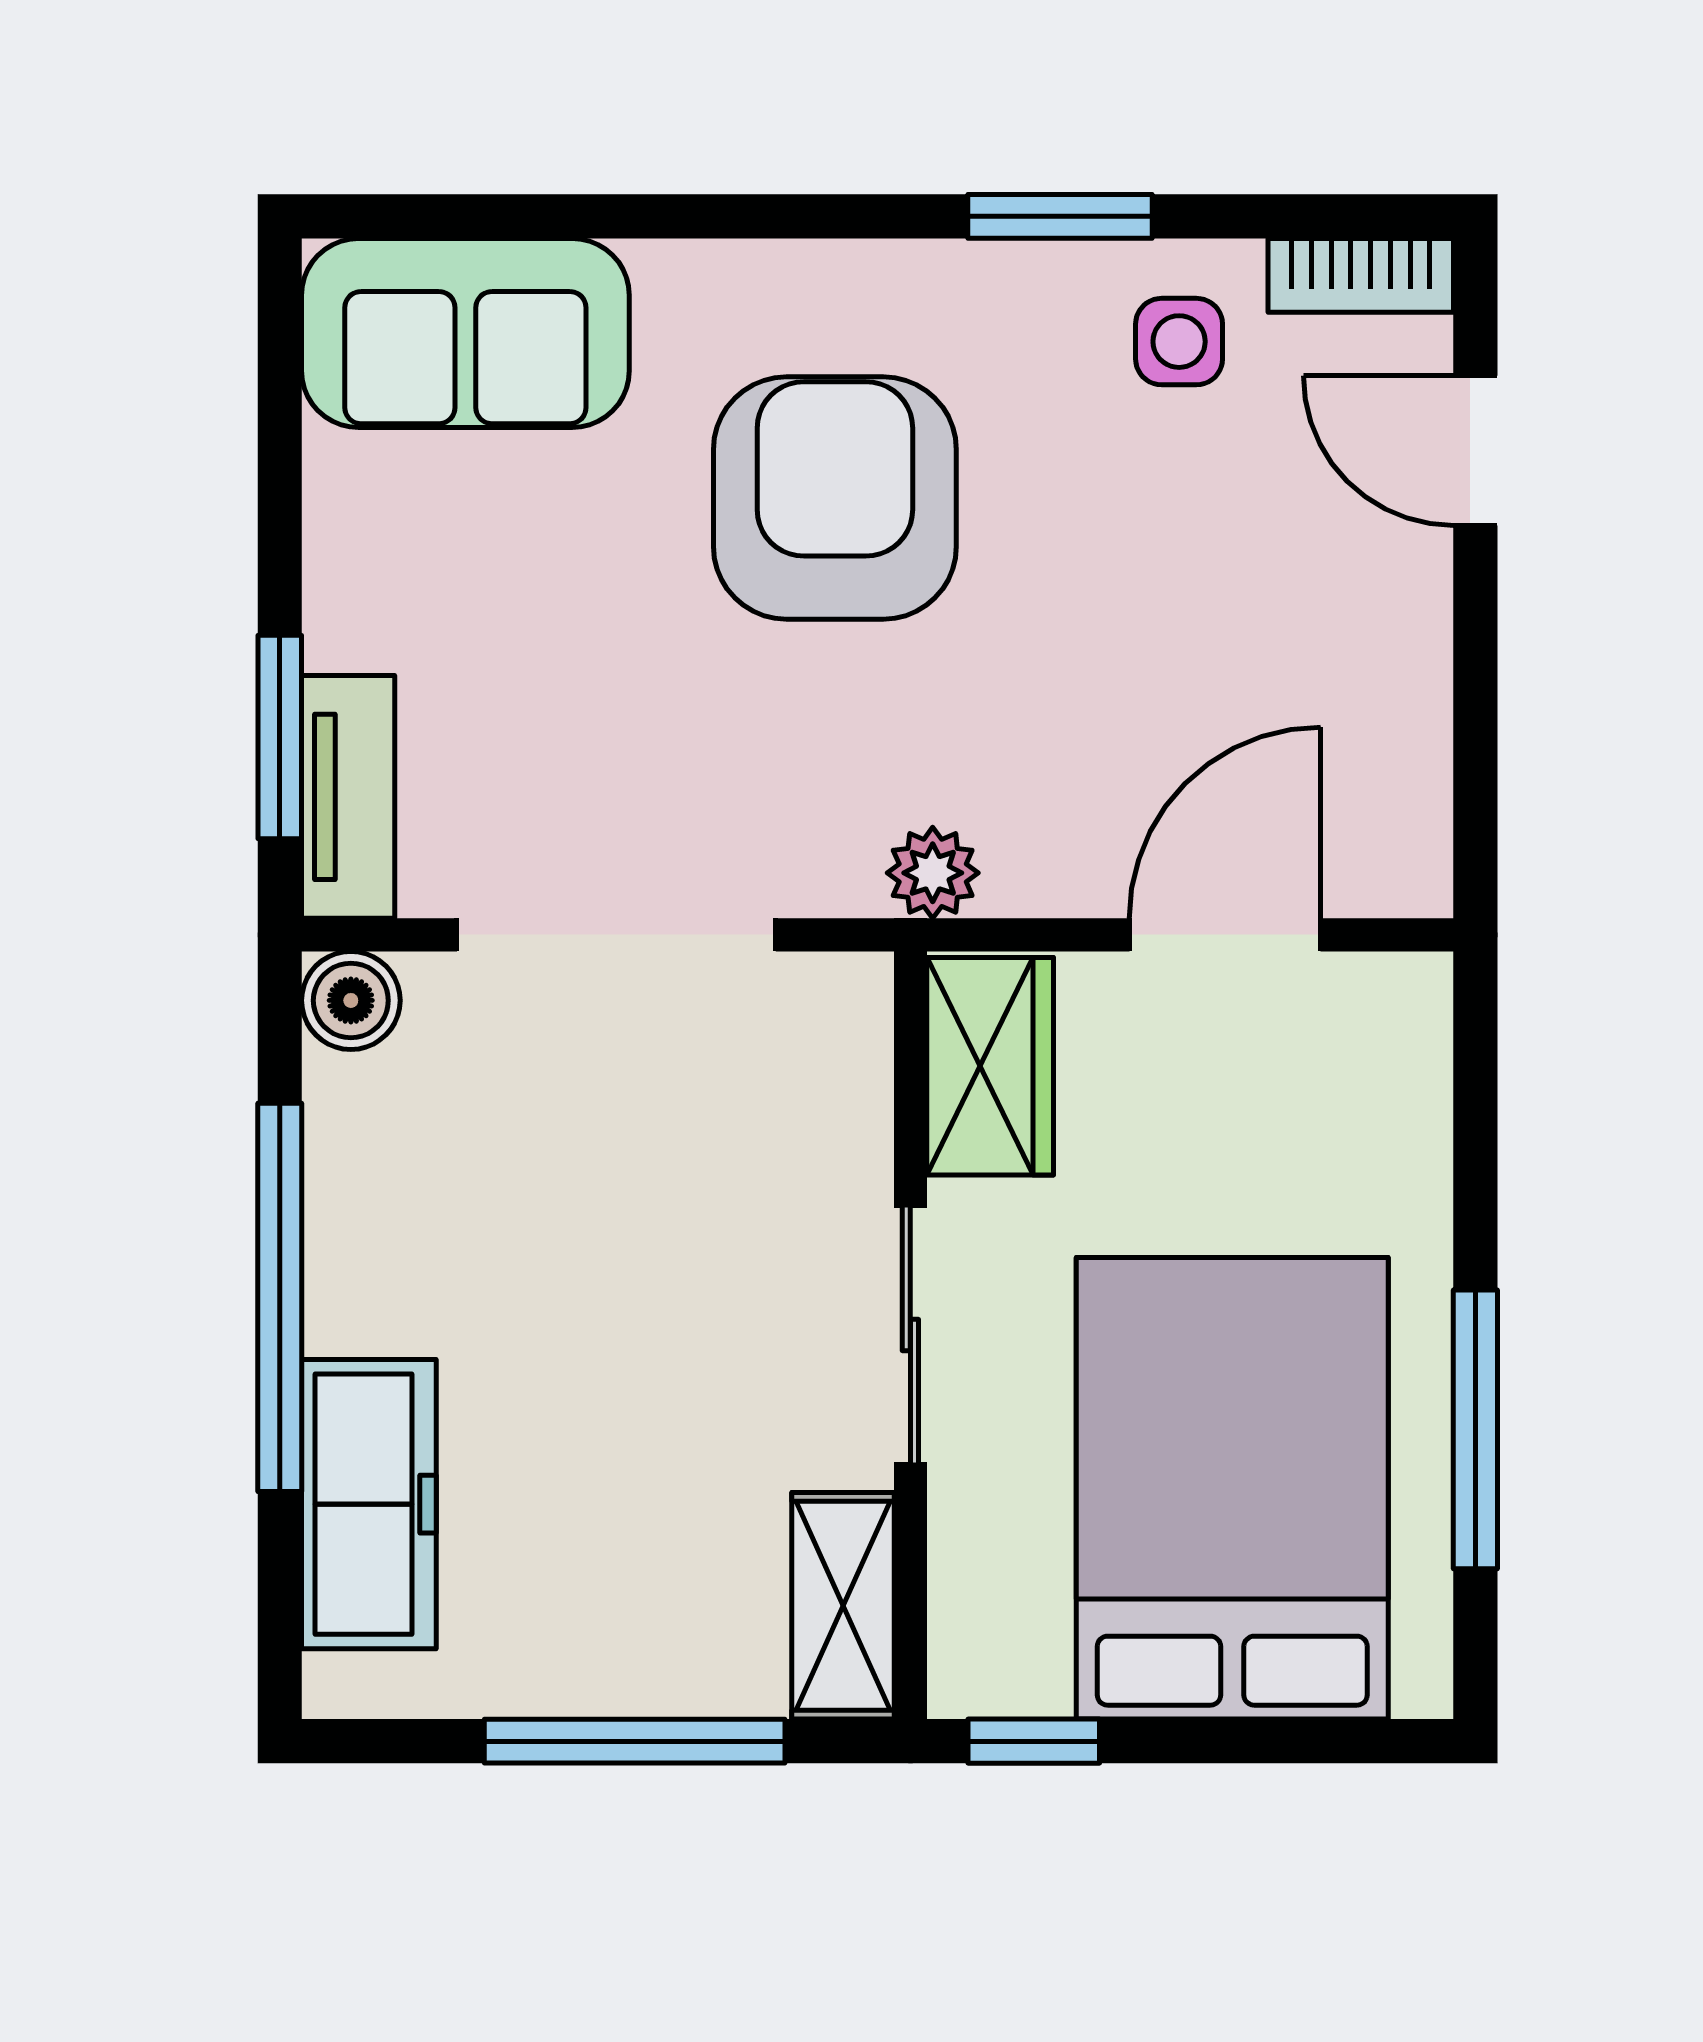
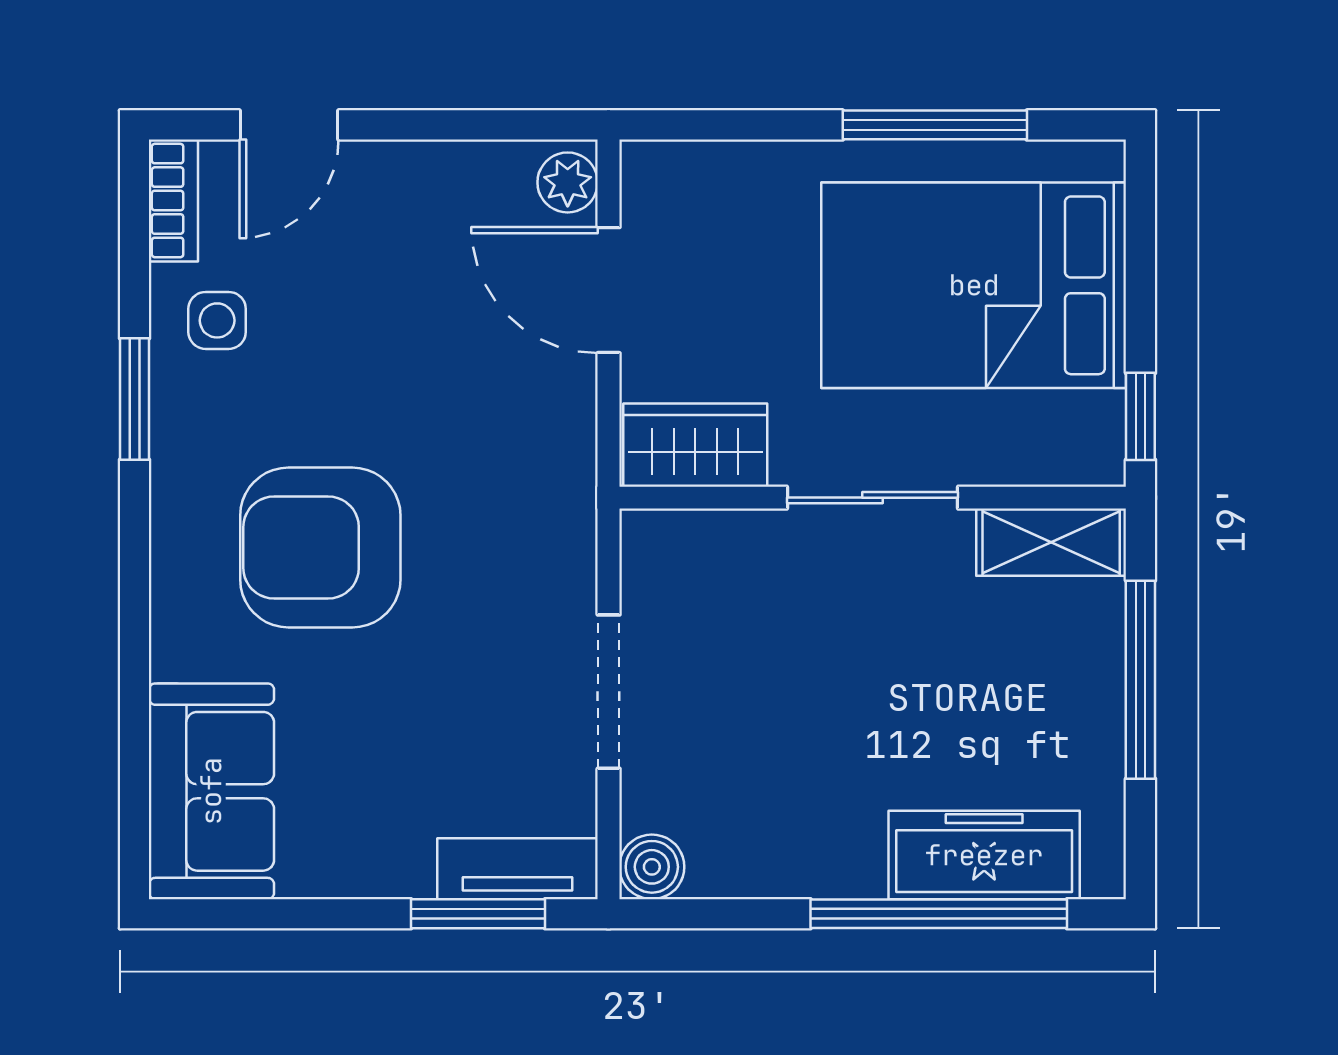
plant: (933, 873) -> (568, 182), moved
doorway: (616, 935) -> (609, 692), width x0.73
window: (280, 1297) -> (939, 914), moved

